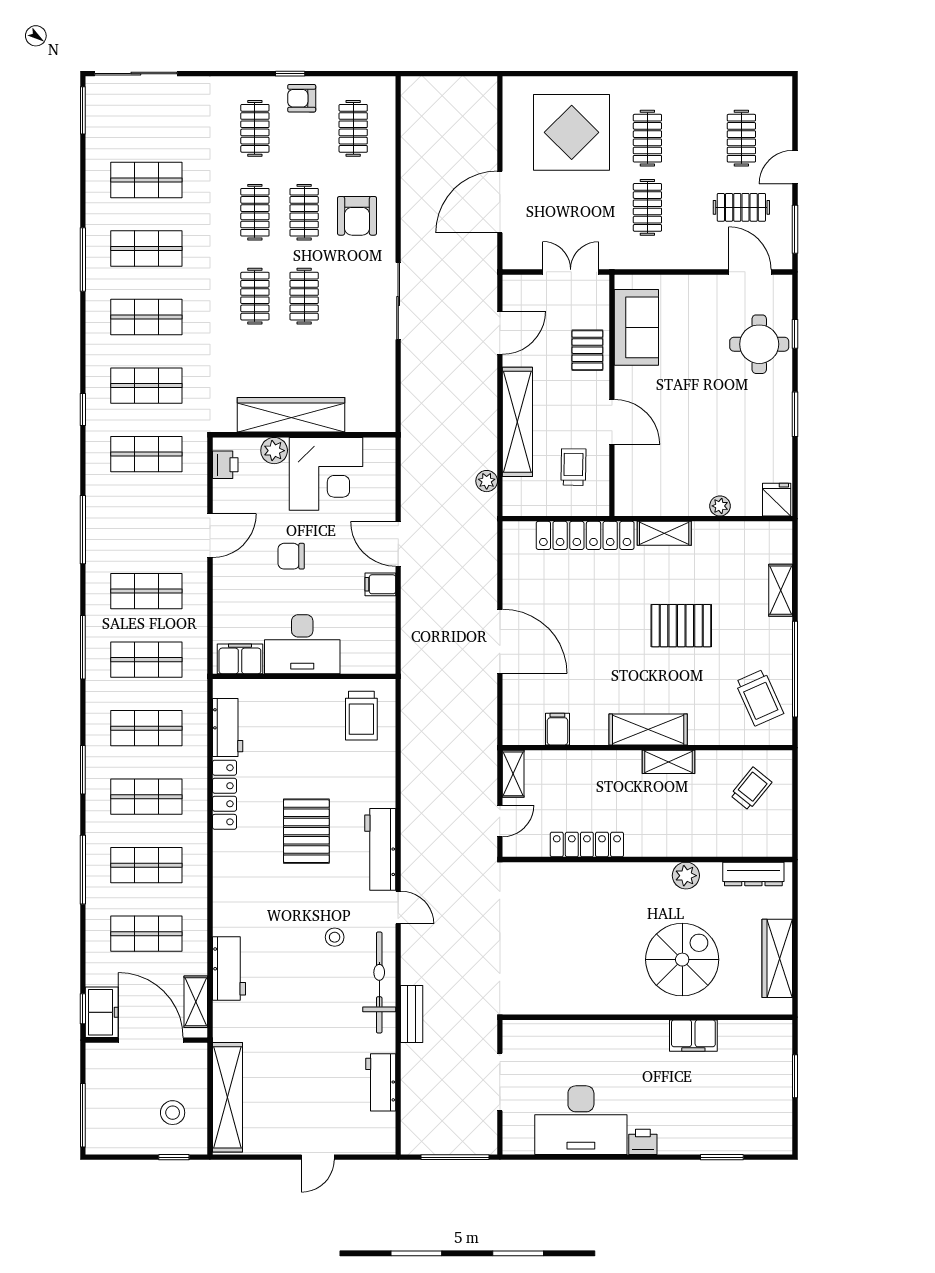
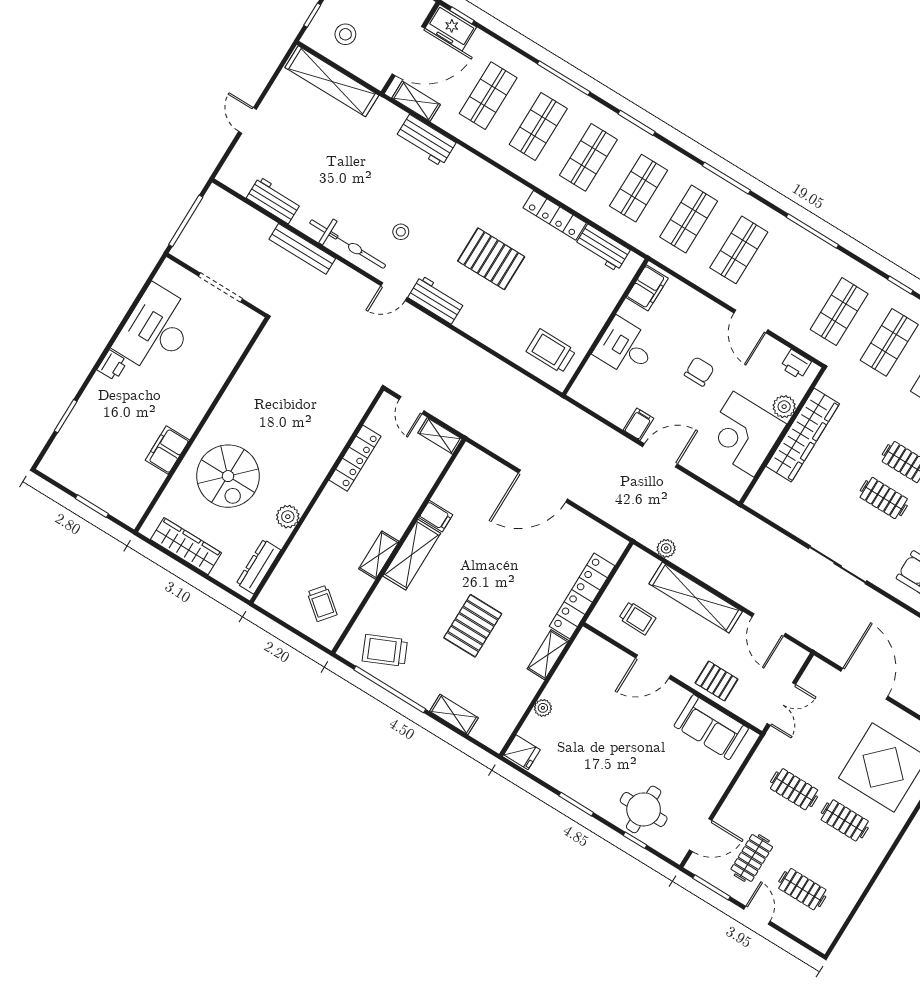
desk: (302, 644) -> (625, 347), width x0.73
filing cabinet: (557, 729) -> (436, 516), moved
workbench: (380, 849) -> (436, 300), width x0.73
bench: (412, 1014) -> (302, 249), width x1.36

